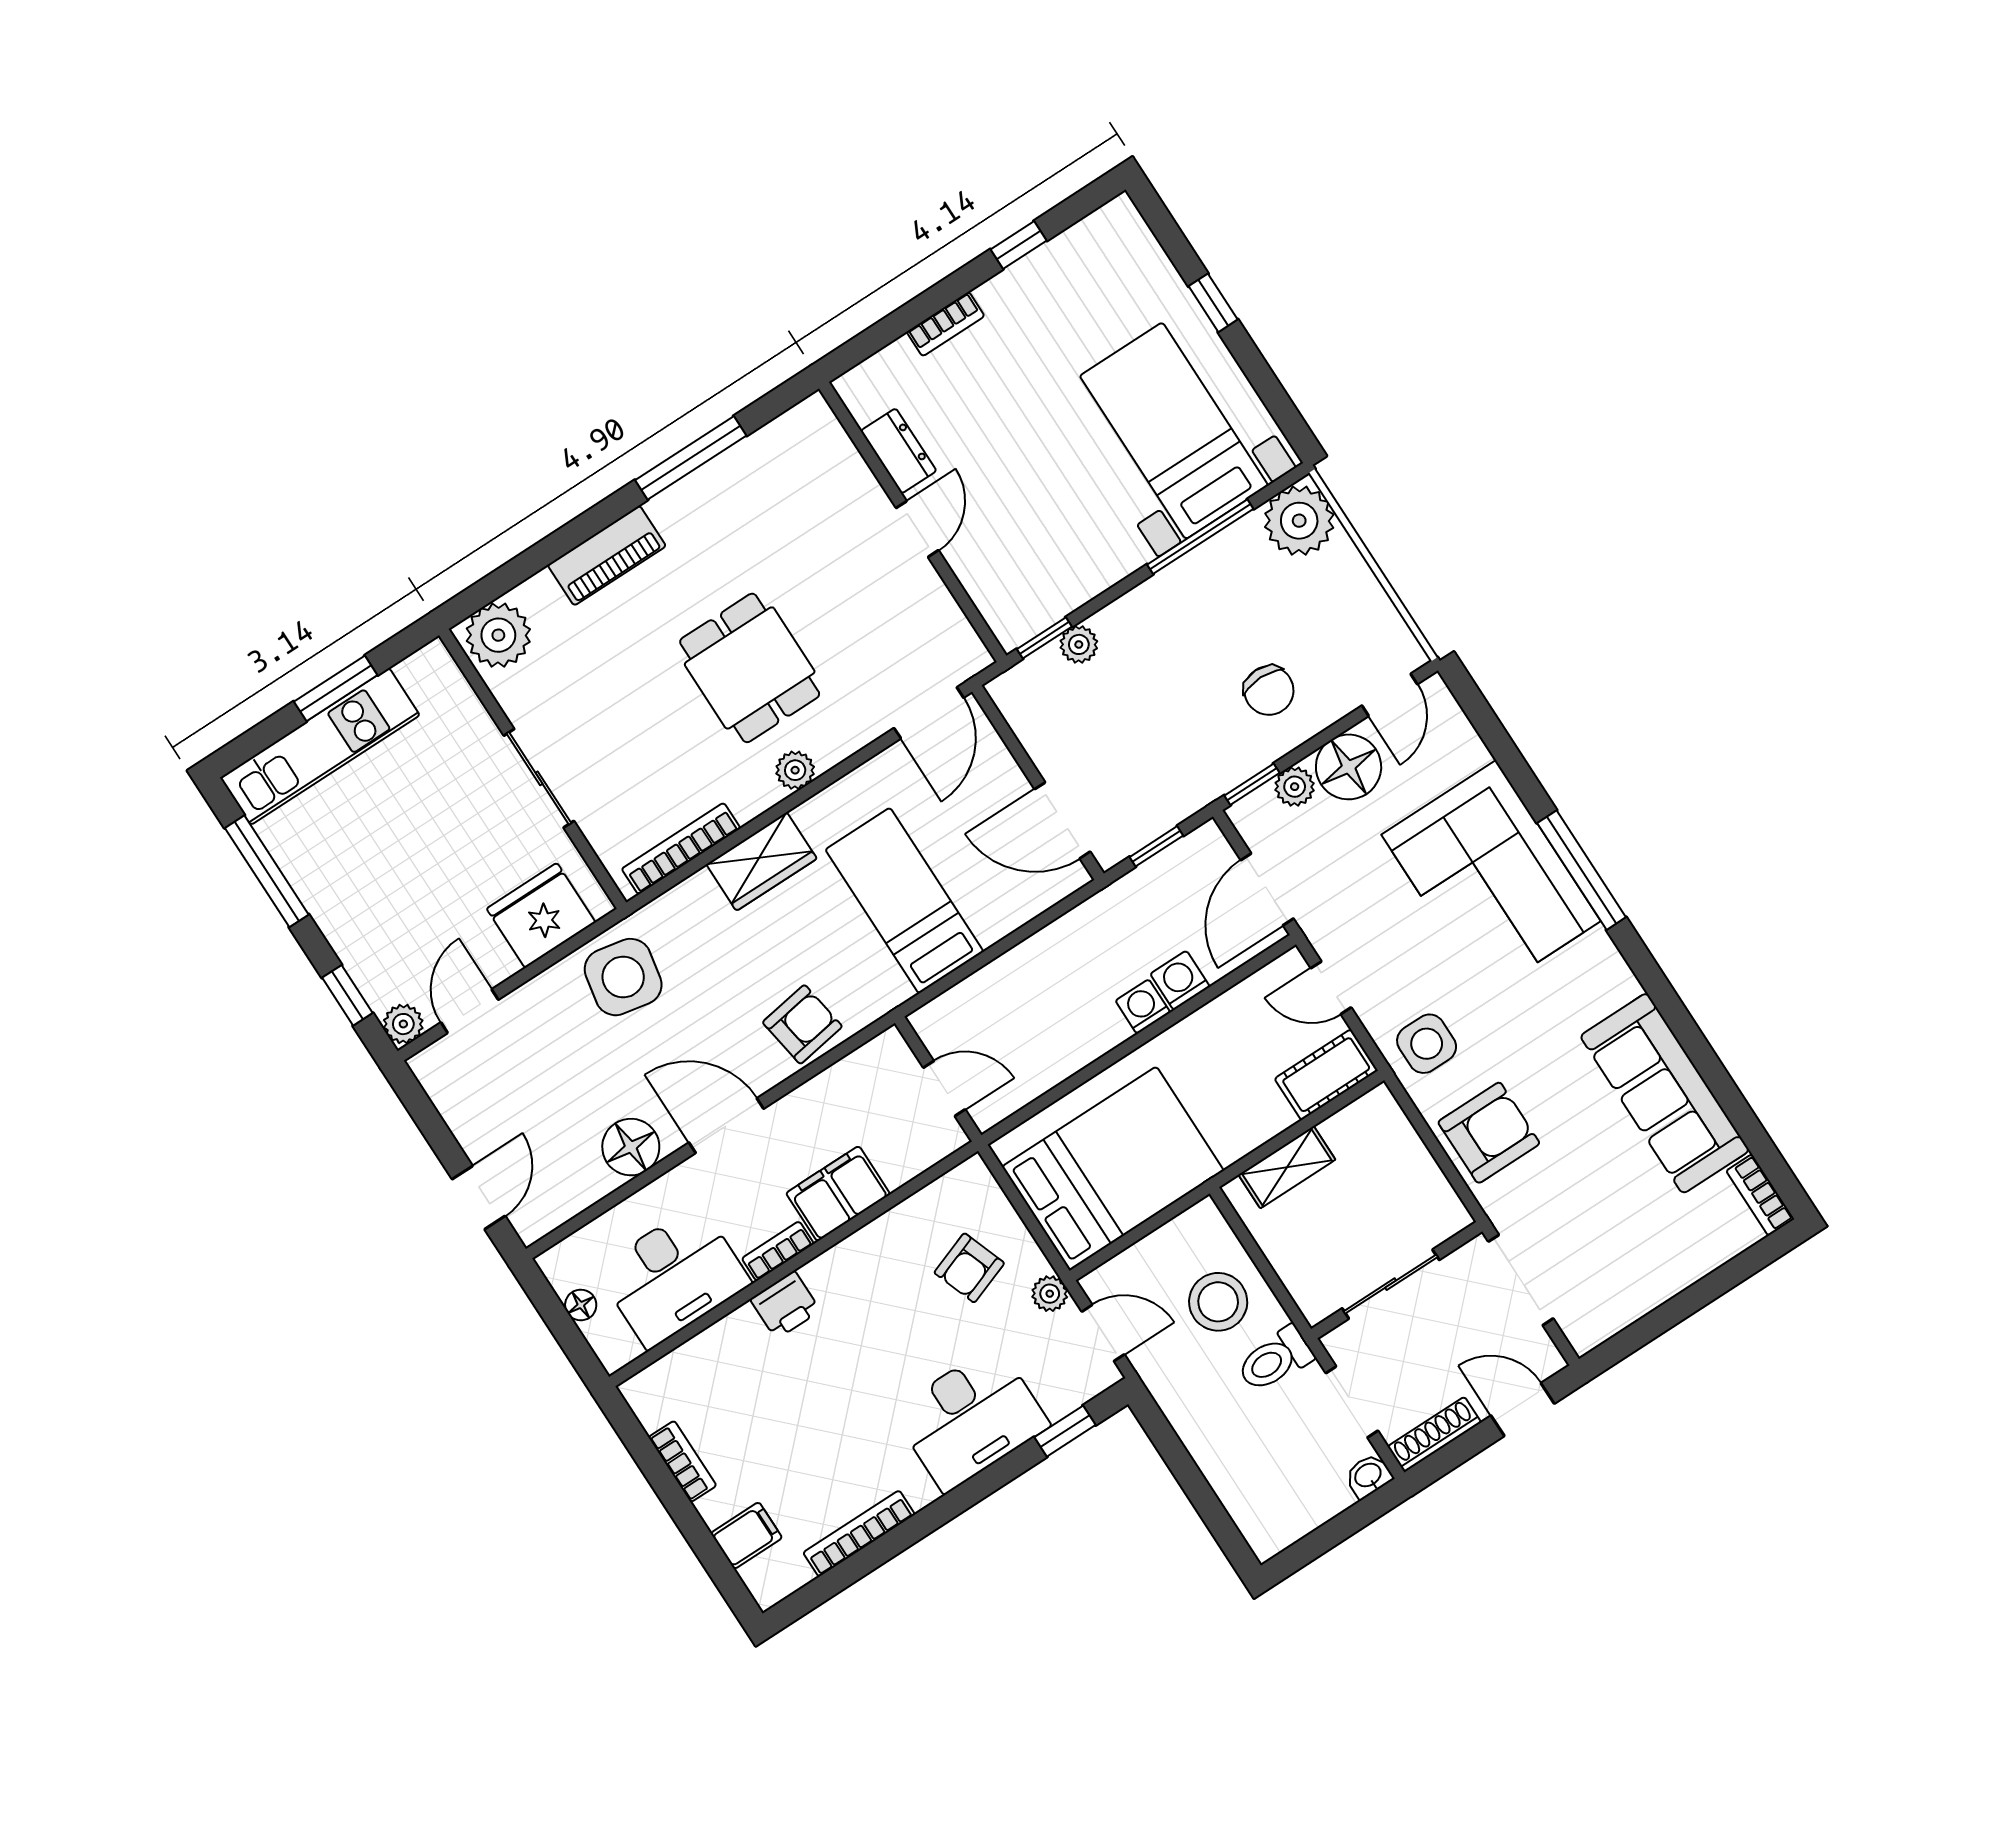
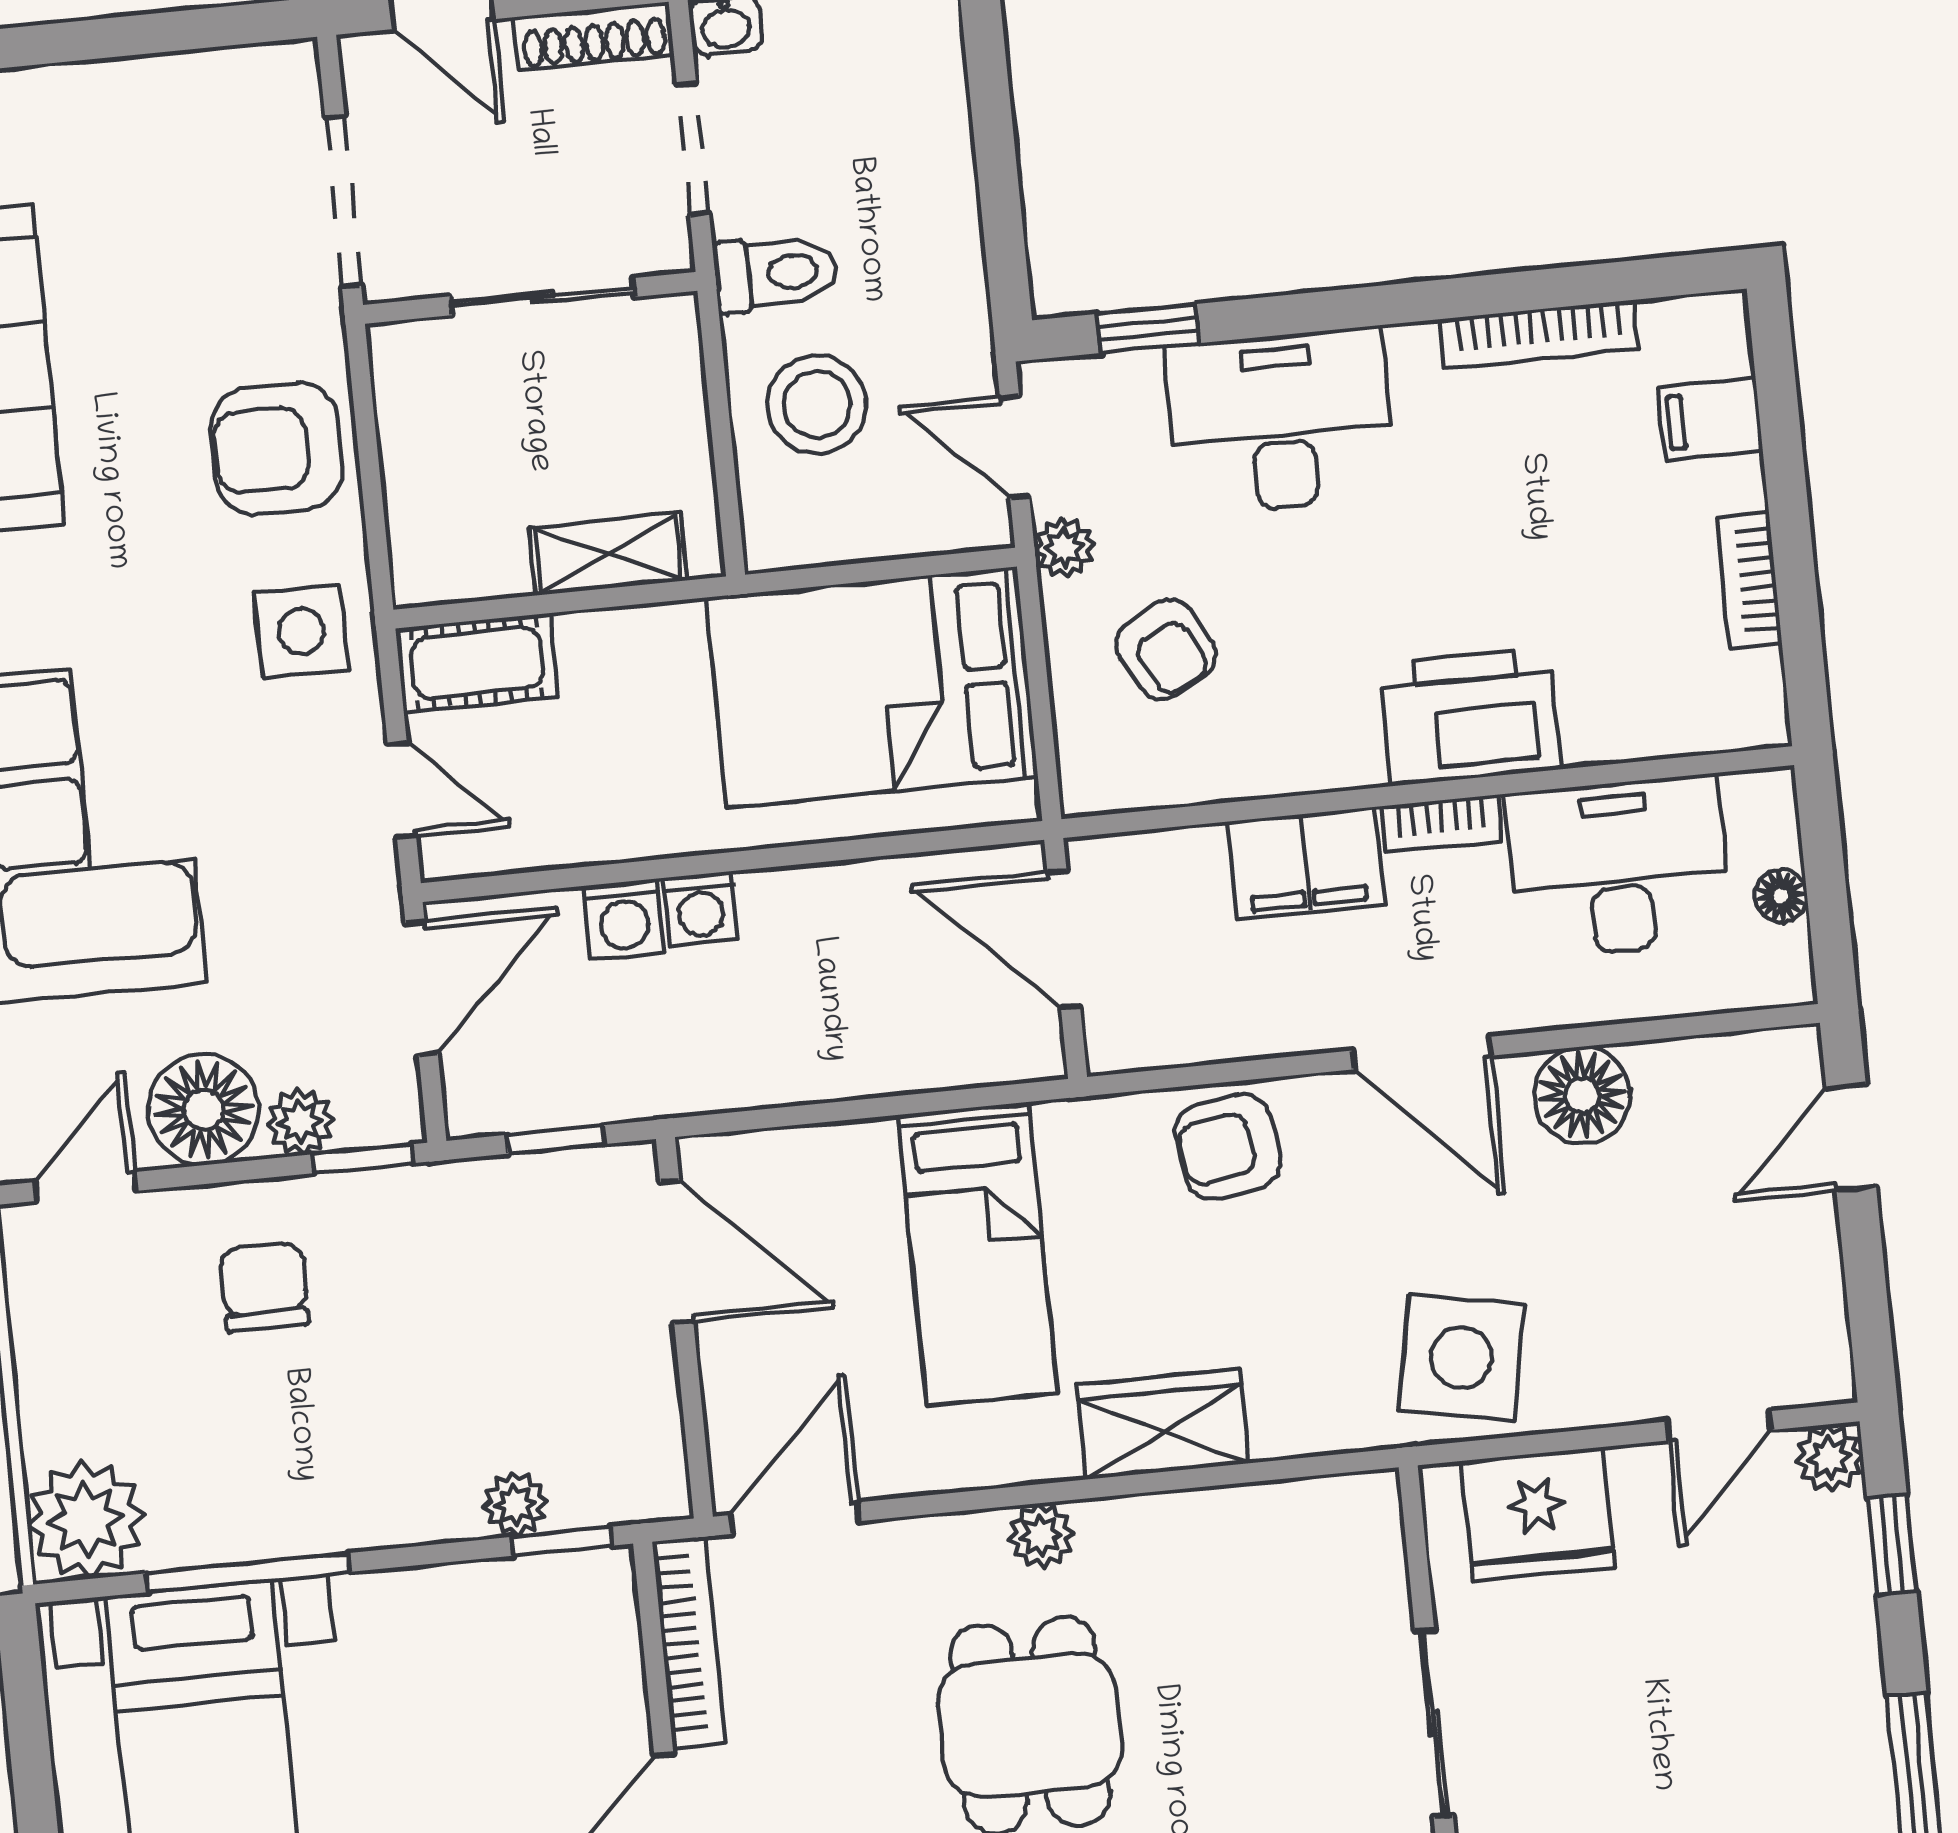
bookcase: (681, 849) -> (689, 1642), moved, turned -90
door: (944, 1089) -> (1064, 939), width x1.38
armchair: (969, 1268) -> (1166, 649), turned 81
printer: (785, 1305) -> (1470, 717), width x1.87, depth x1.48

